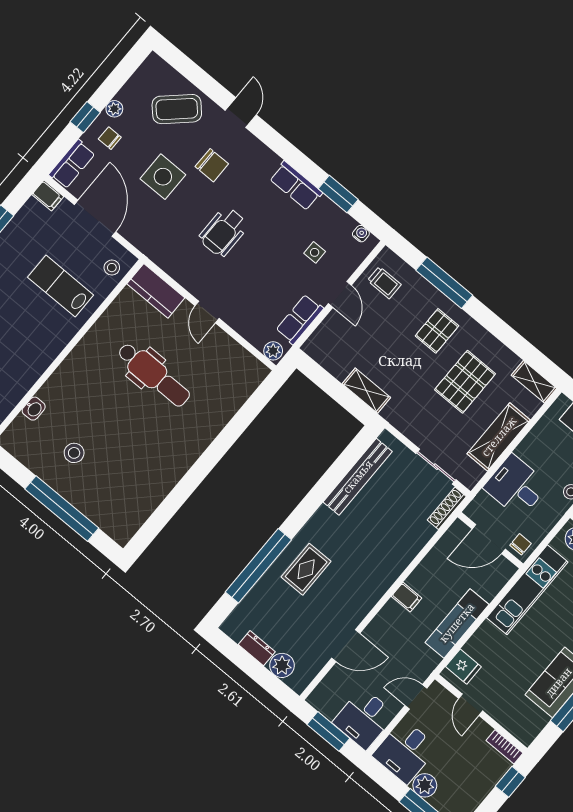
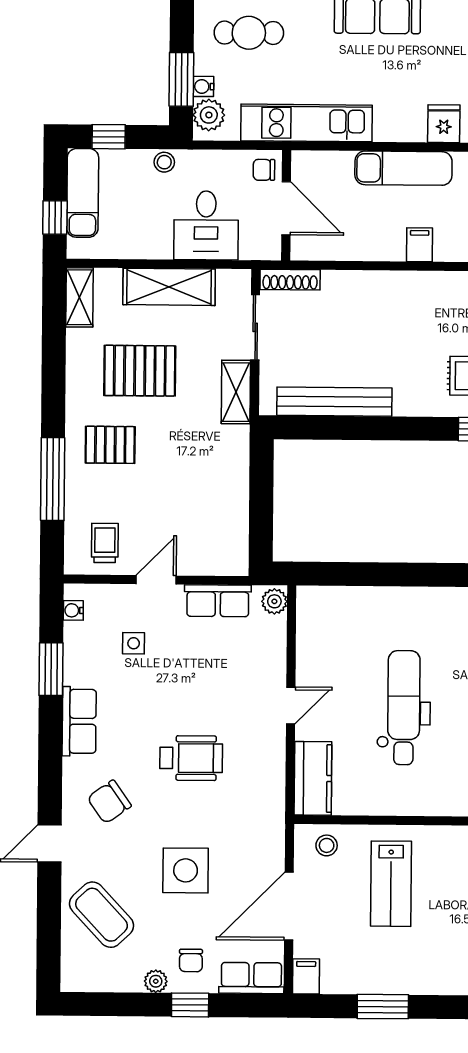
chair: (212, 165) -> (109, 802), moved, turned -125
shelving: (366, 391) -> (236, 392), moved

